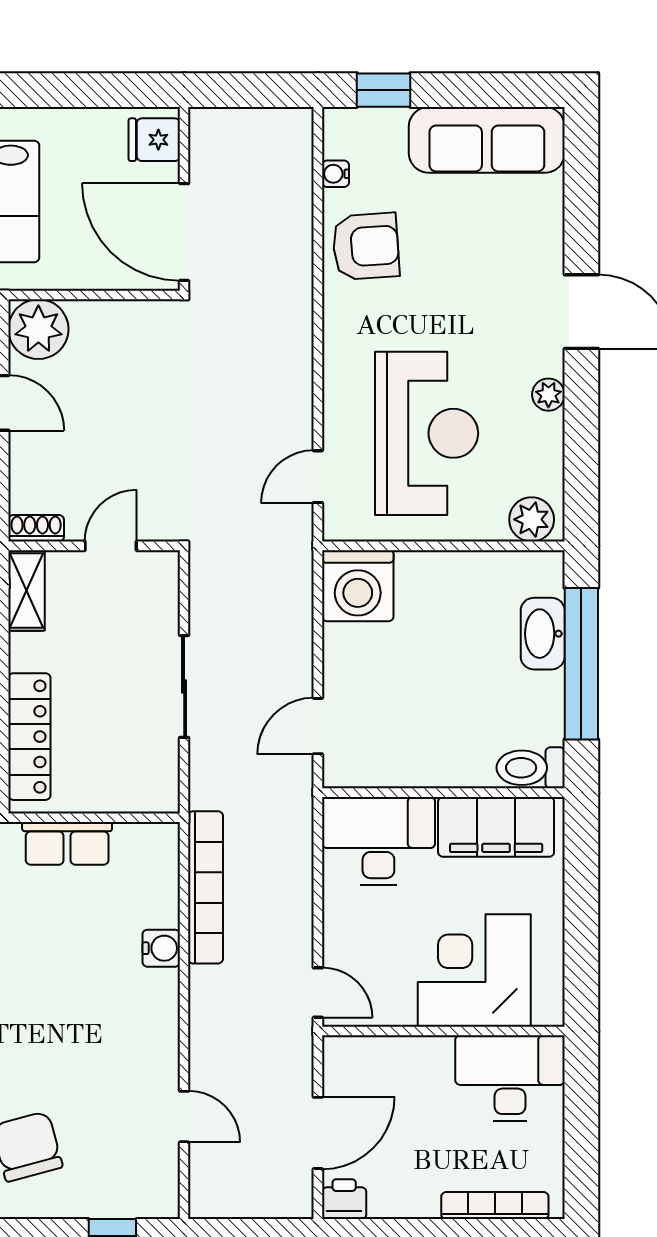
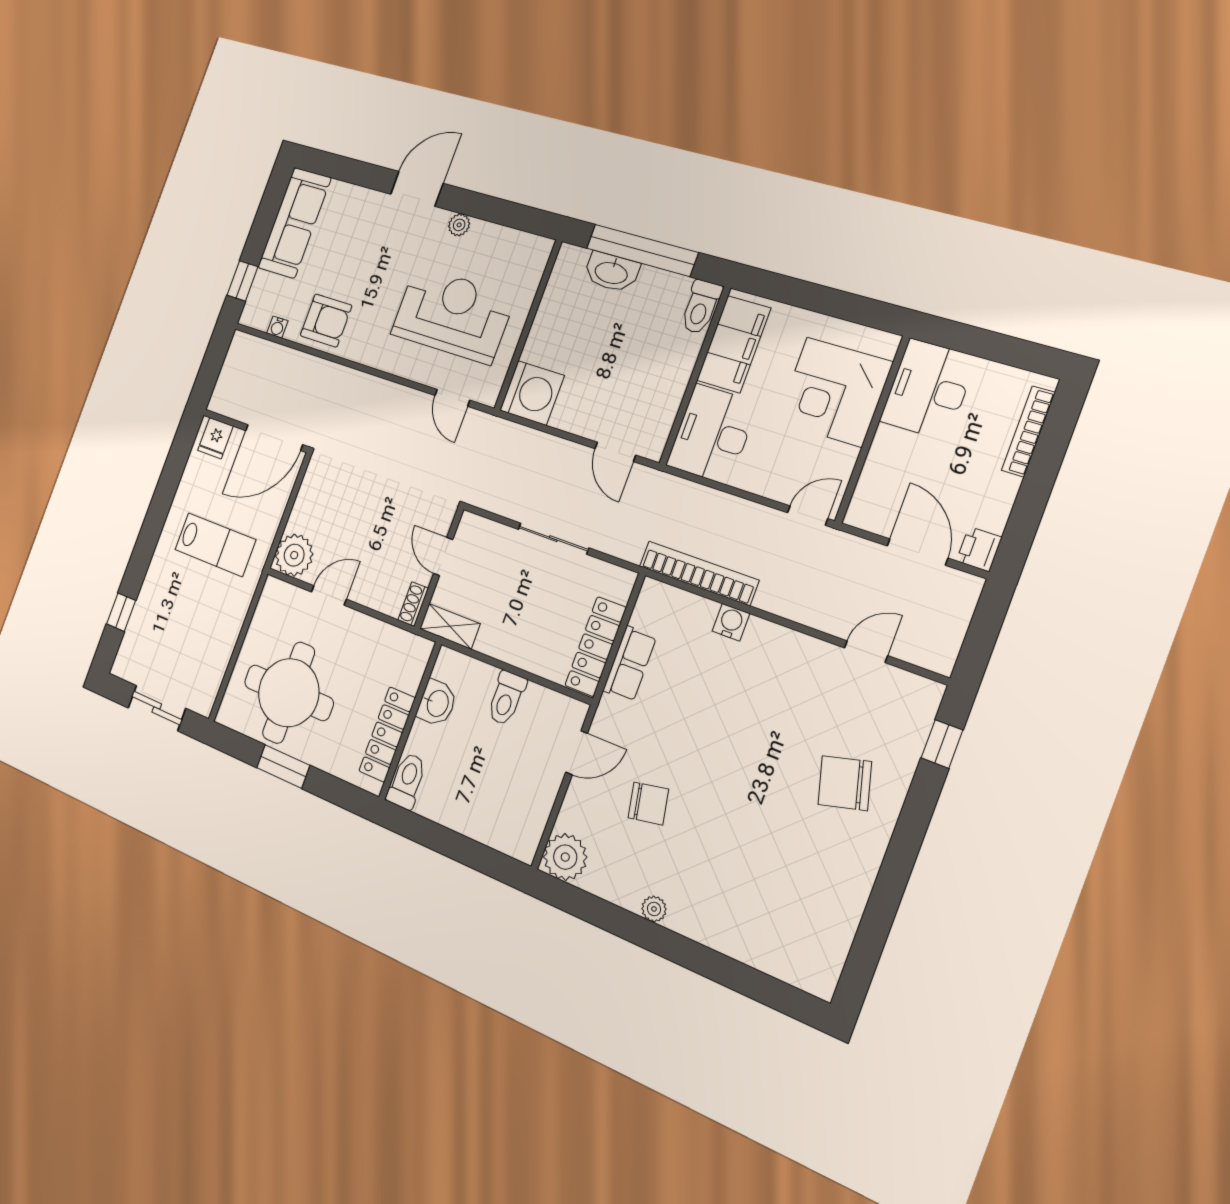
armchair: (366, 246) -> (326, 321), turned 94
plant: (532, 519) -> (533, 259), removed
locker: (29, 737) -> (596, 647), moved, turned -90

